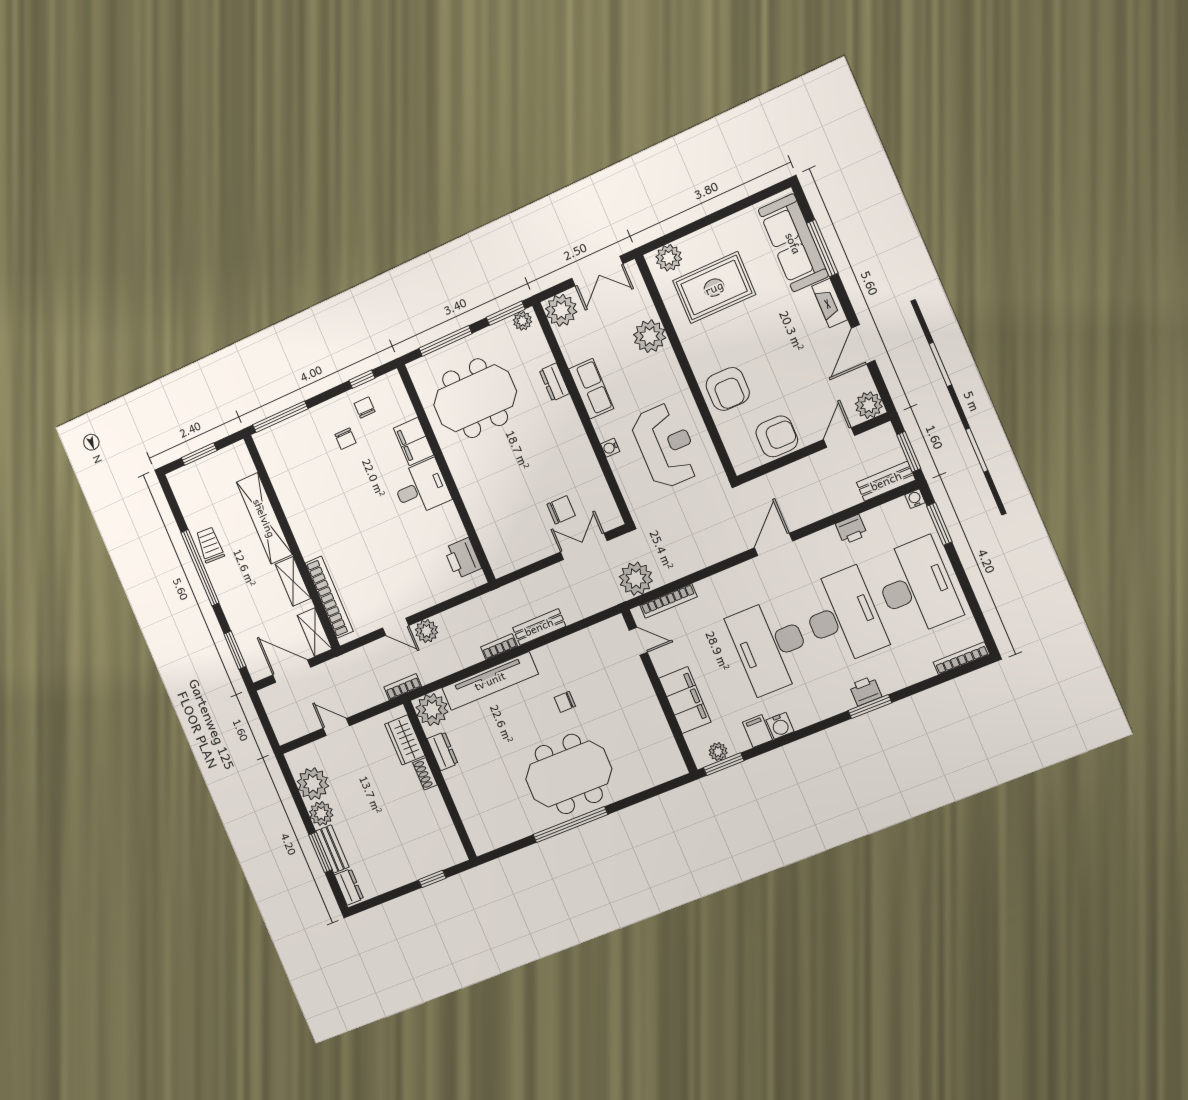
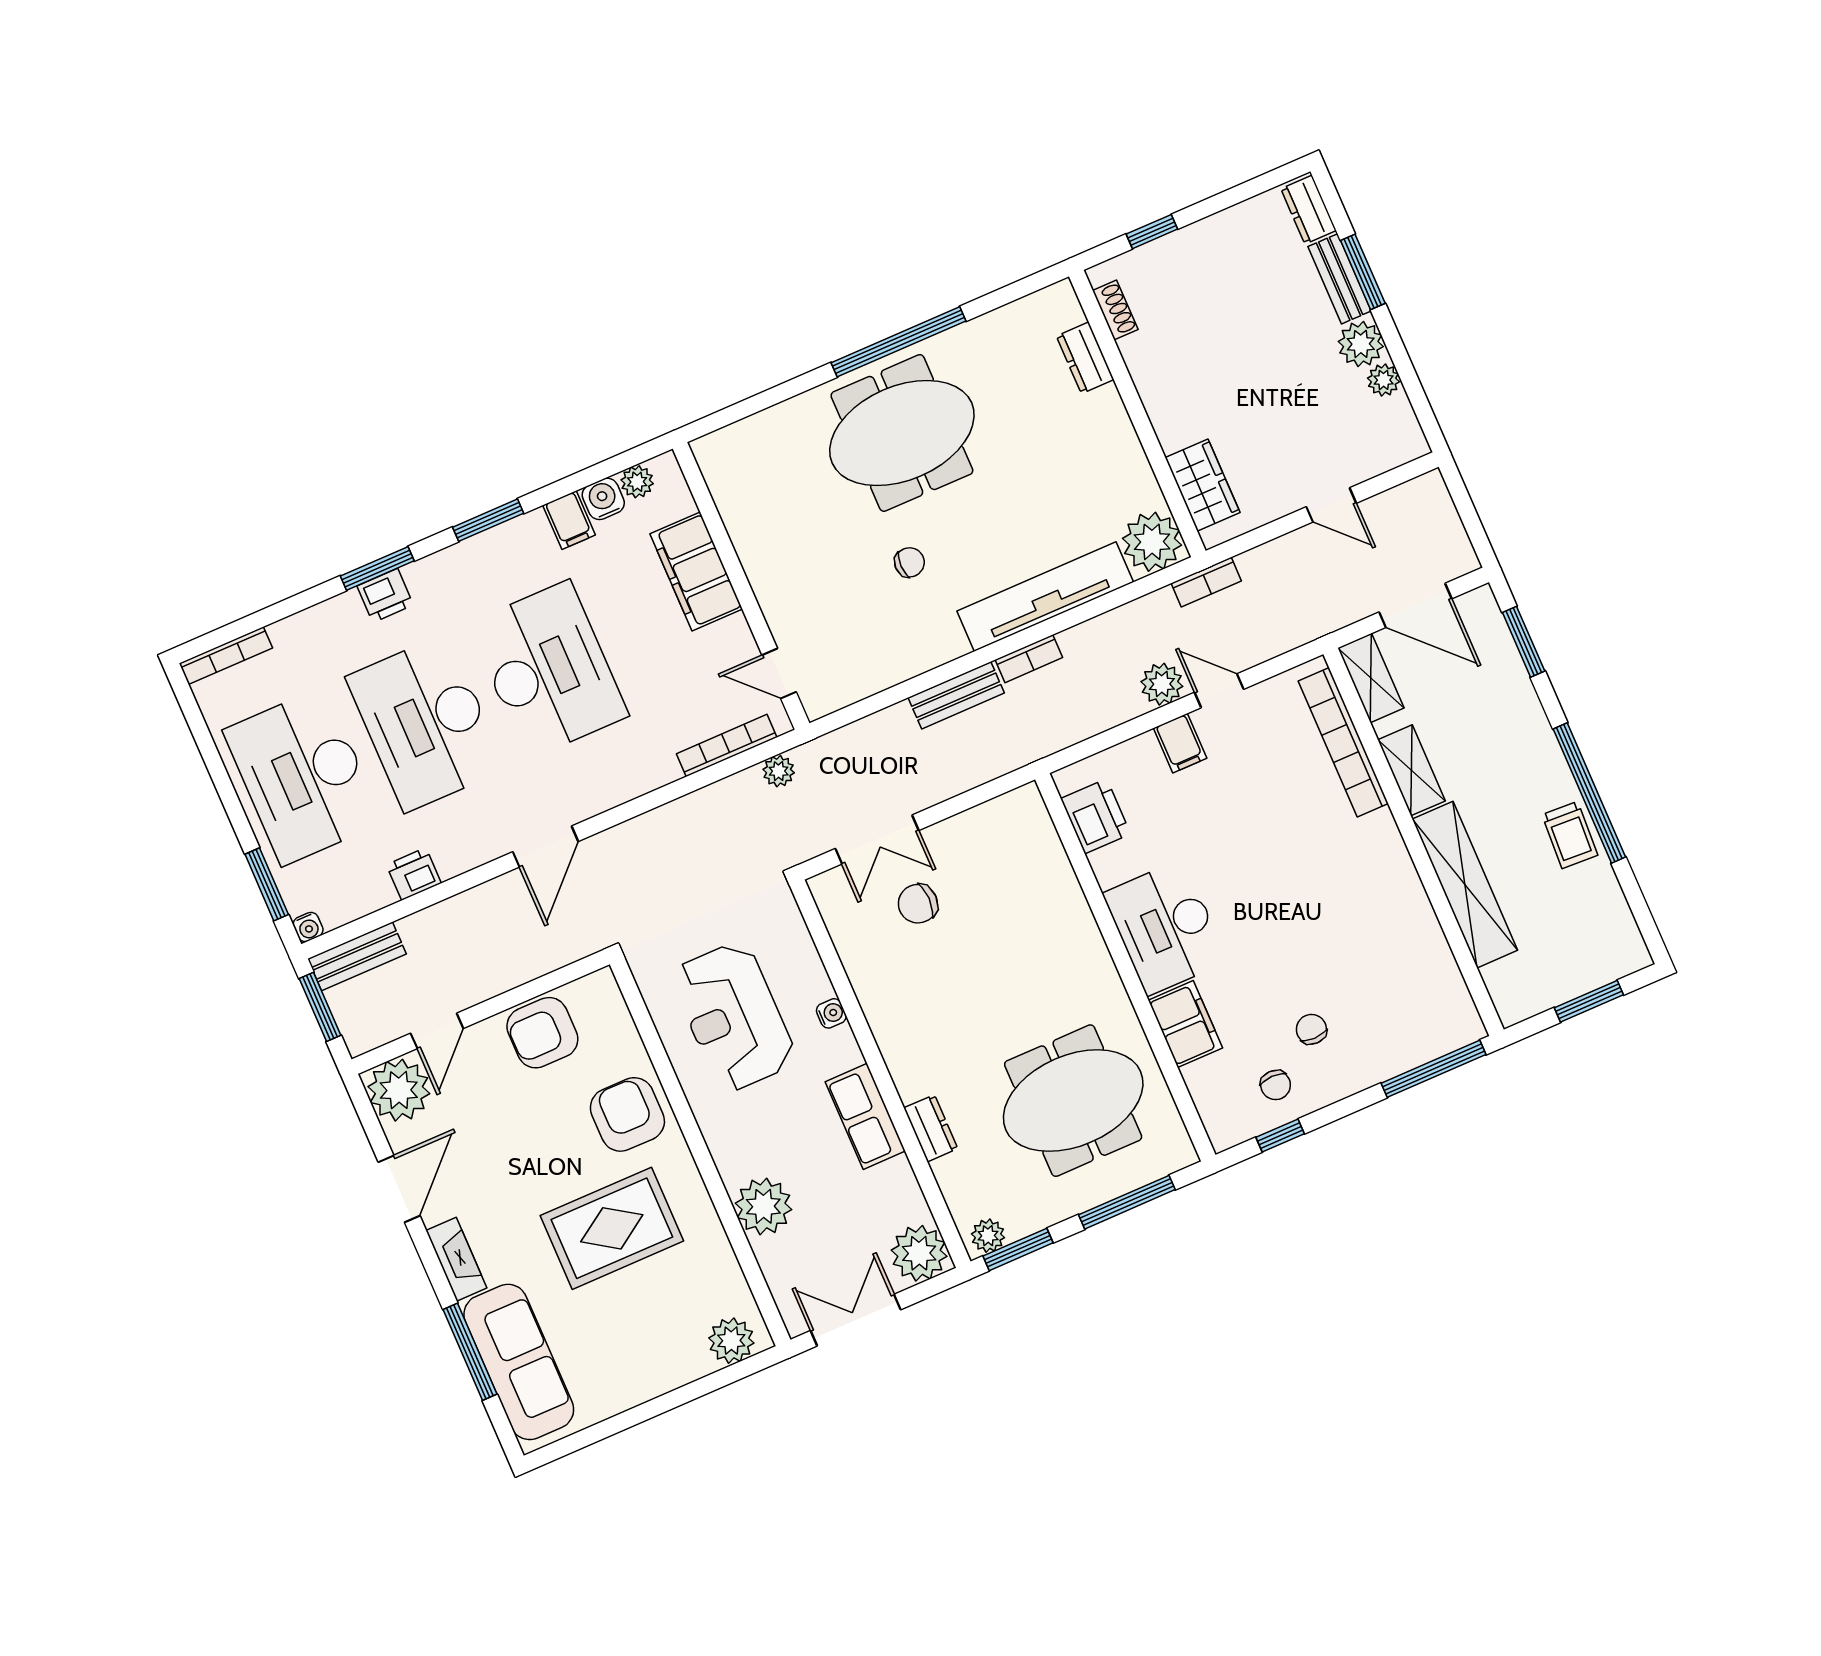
rug: (714, 288) -> (612, 1228), moved
plant: (869, 405) -> (399, 1090), width x1.36, depth x1.36
desk: (421, 488) -> (1165, 927), width x1.37
plant: (636, 579) -> (779, 771), width x0.53, depth x0.53
filing cabinet: (417, 598) -> (1180, 743), added
water cooler: (780, 726) -> (603, 499), moved
dresser: (443, 751) -> (1085, 358), moved
window: (724, 764) -> (488, 520), moved
shoe rack: (425, 774) -> (1115, 310), moved
plant: (313, 784) -> (1384, 380), width x0.53, depth x0.53

